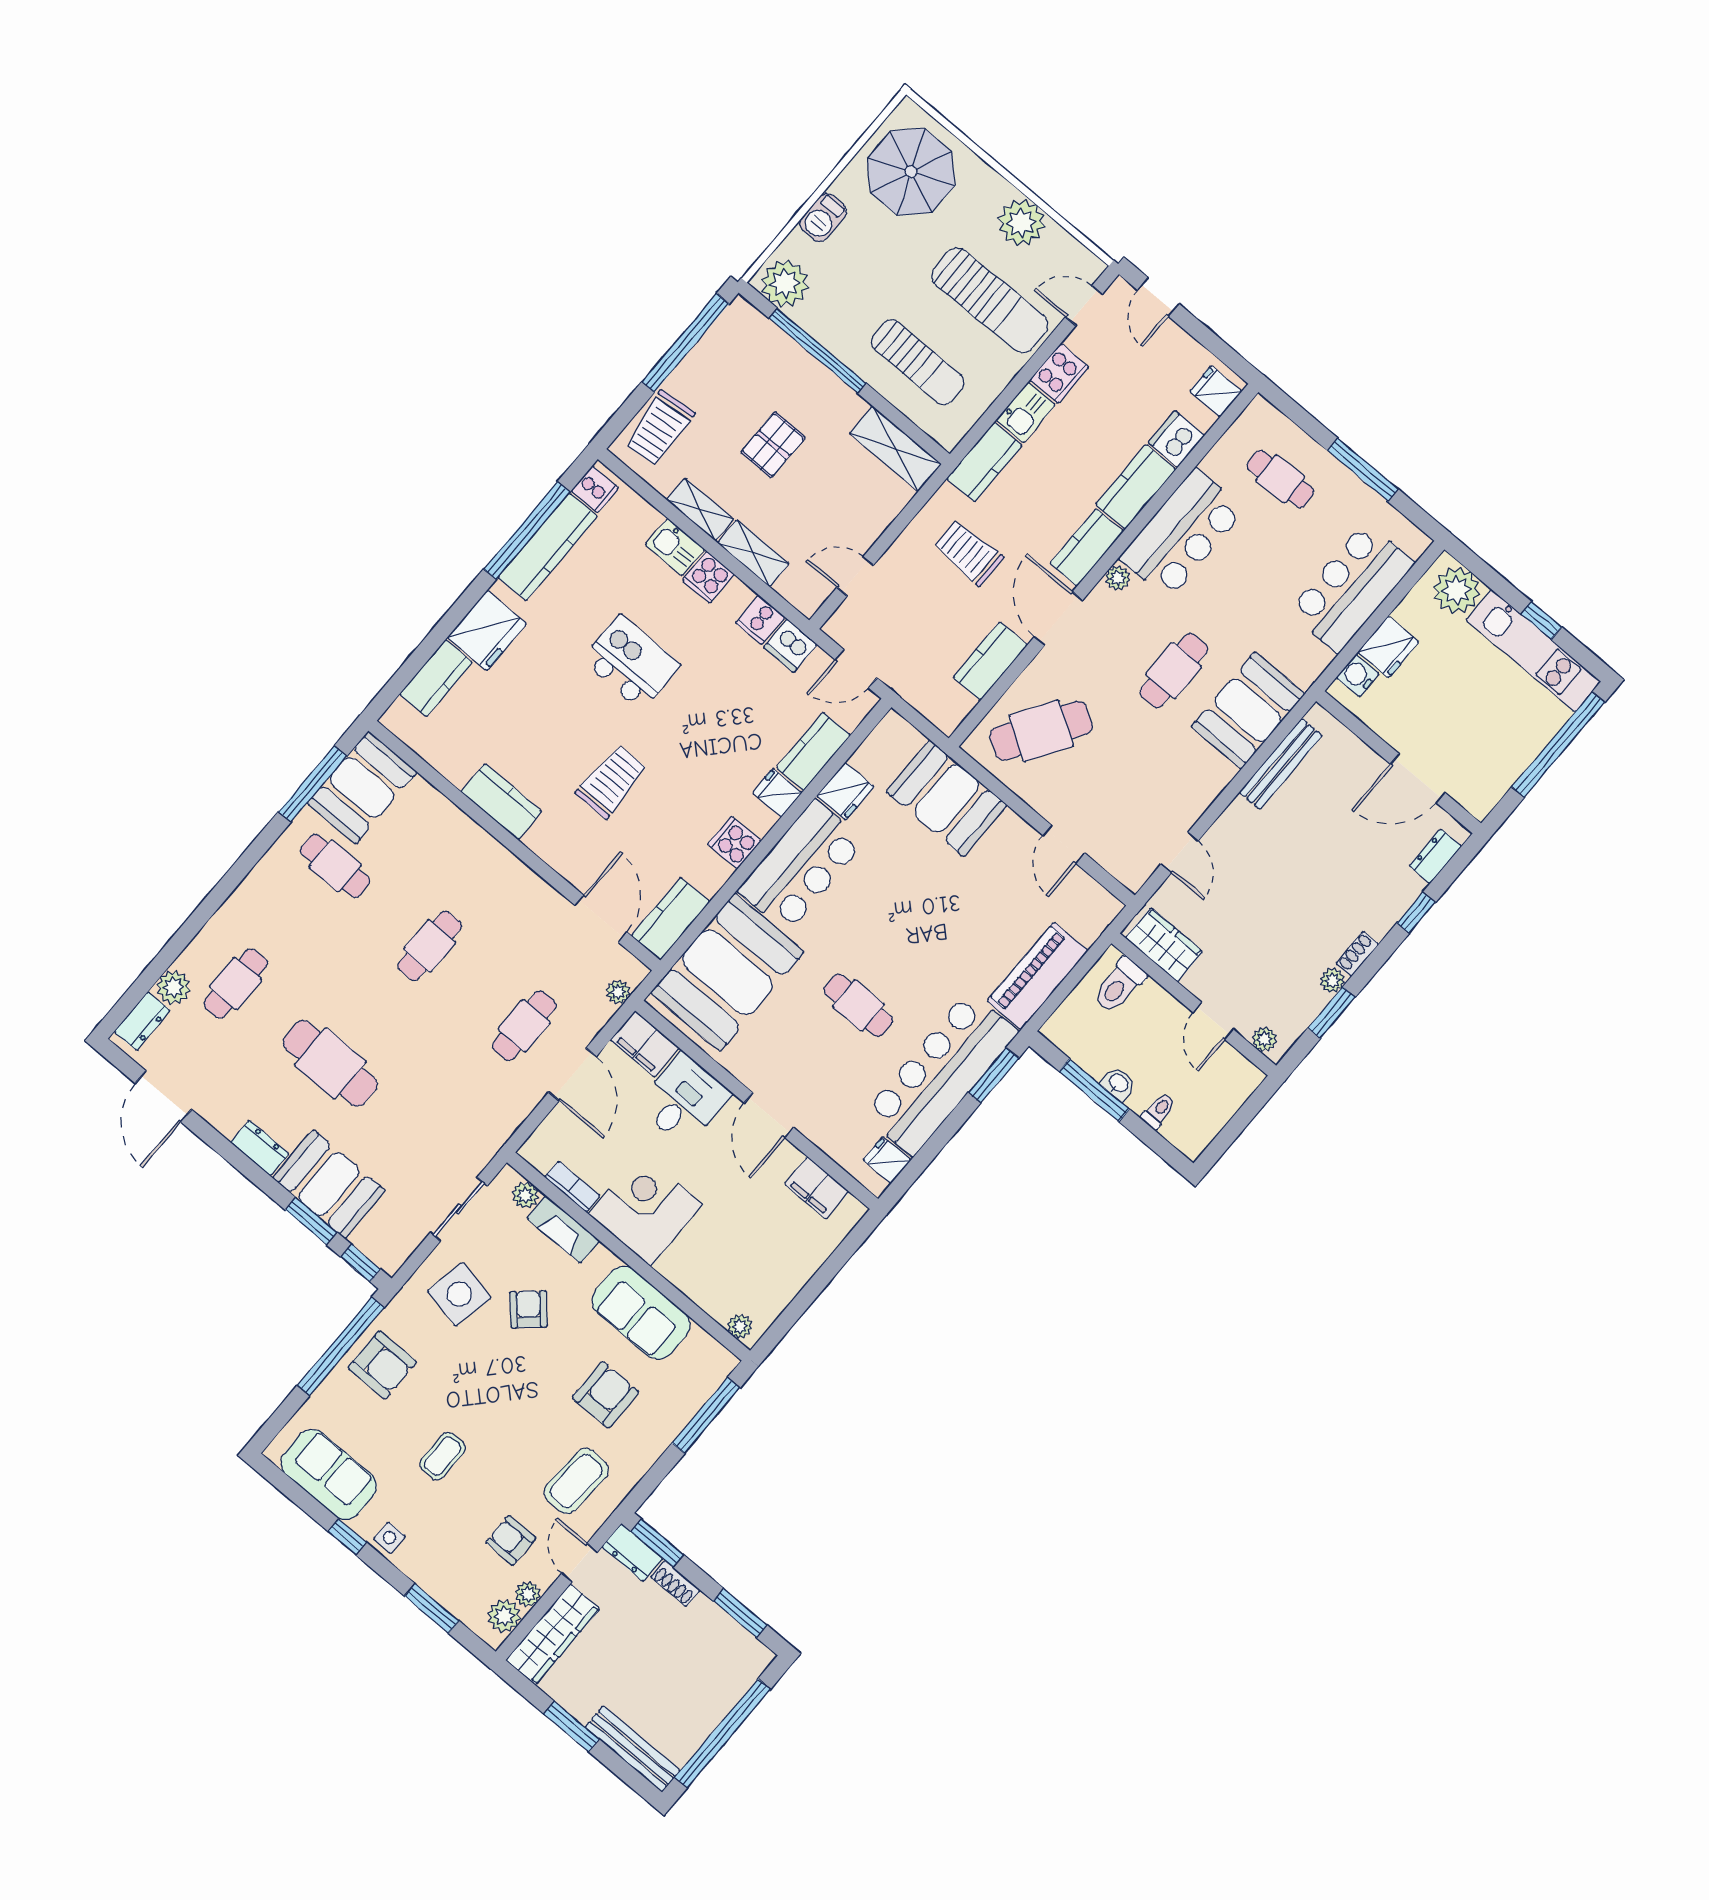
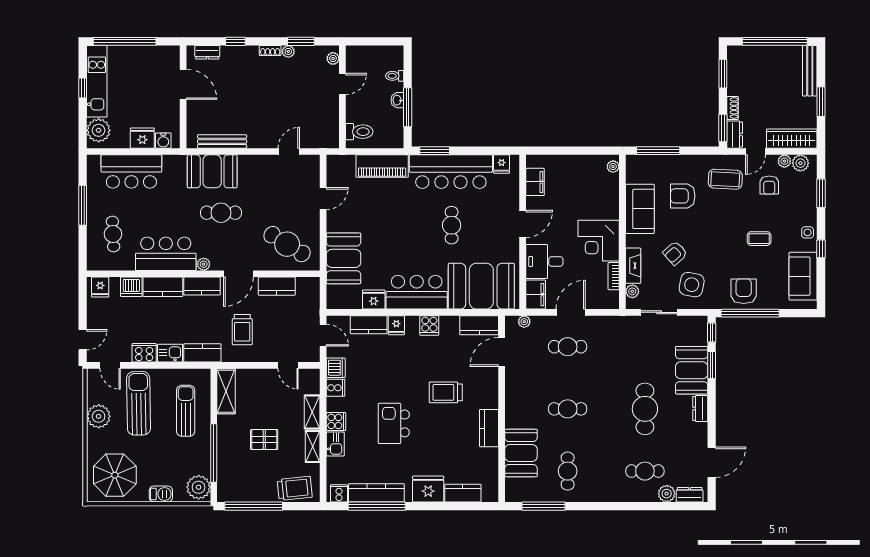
booth: (362, 787) -> (521, 453), moved, turned 90
wardrobe: (1164, 945) -> (329, 128), removed

